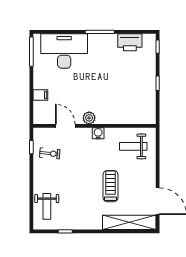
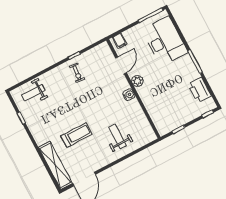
plant: (89, 118) -> (137, 81), moved
door: (65, 126) -> (121, 65), moved
wall: (95, 126) -> (133, 89), moved
water cooler: (98, 133) -> (129, 95), moved

